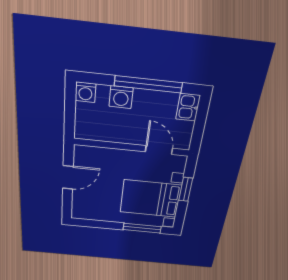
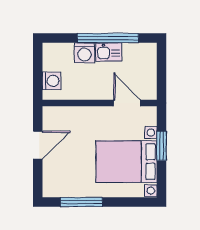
washing machine: (85, 92) -> (52, 81), moved, turned -90
kitchen sink: (188, 107) -> (109, 52), moved, turned -90
window: (142, 228) -> (81, 202), moved

